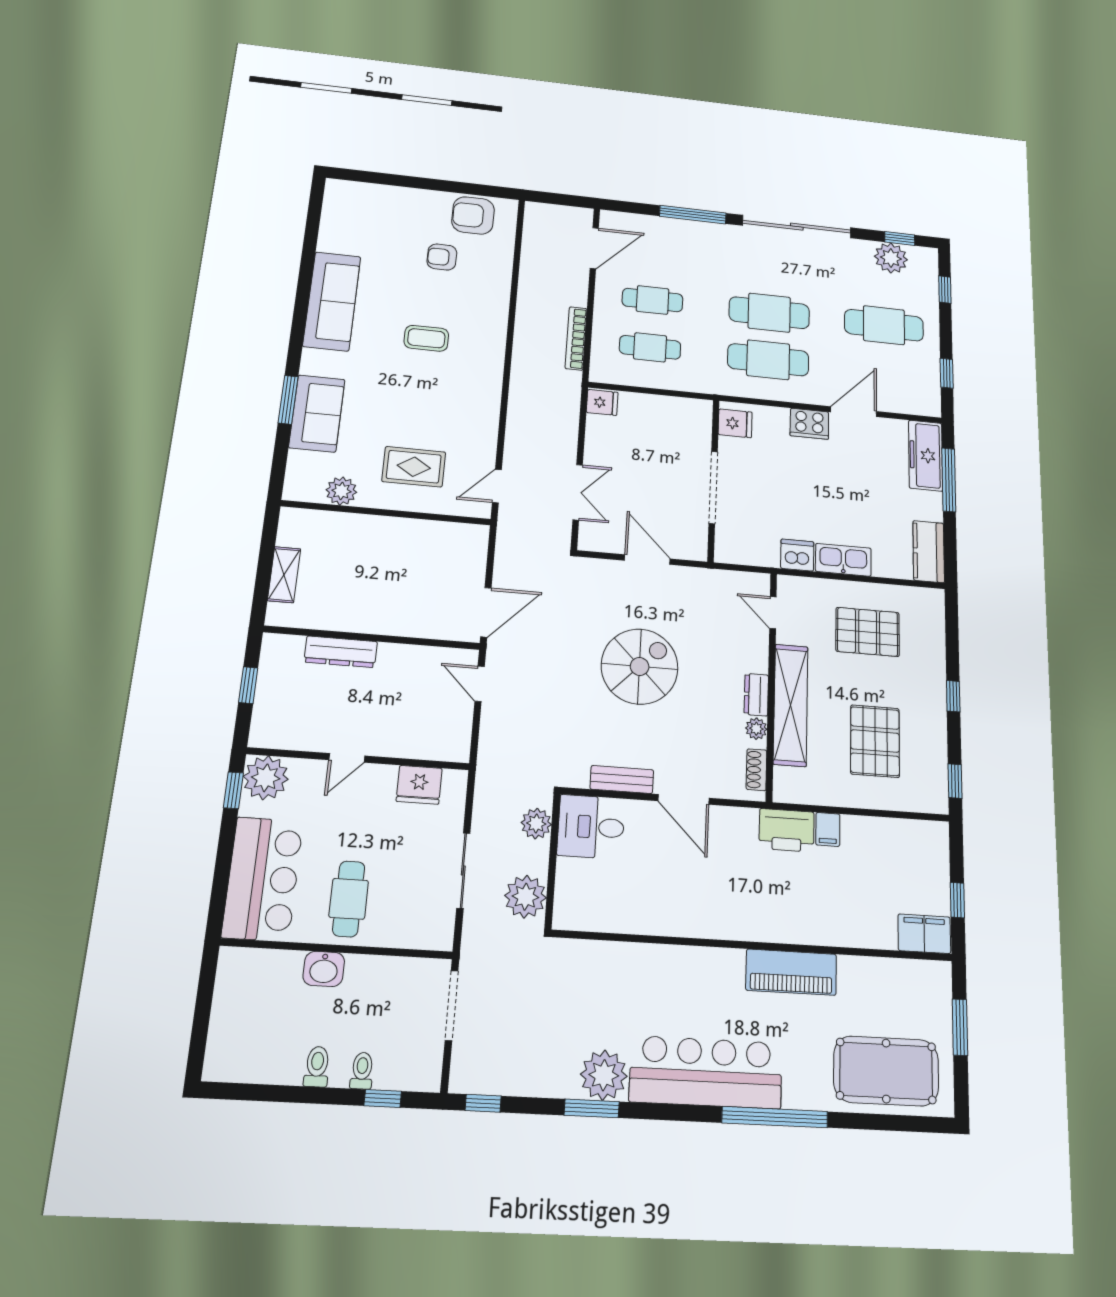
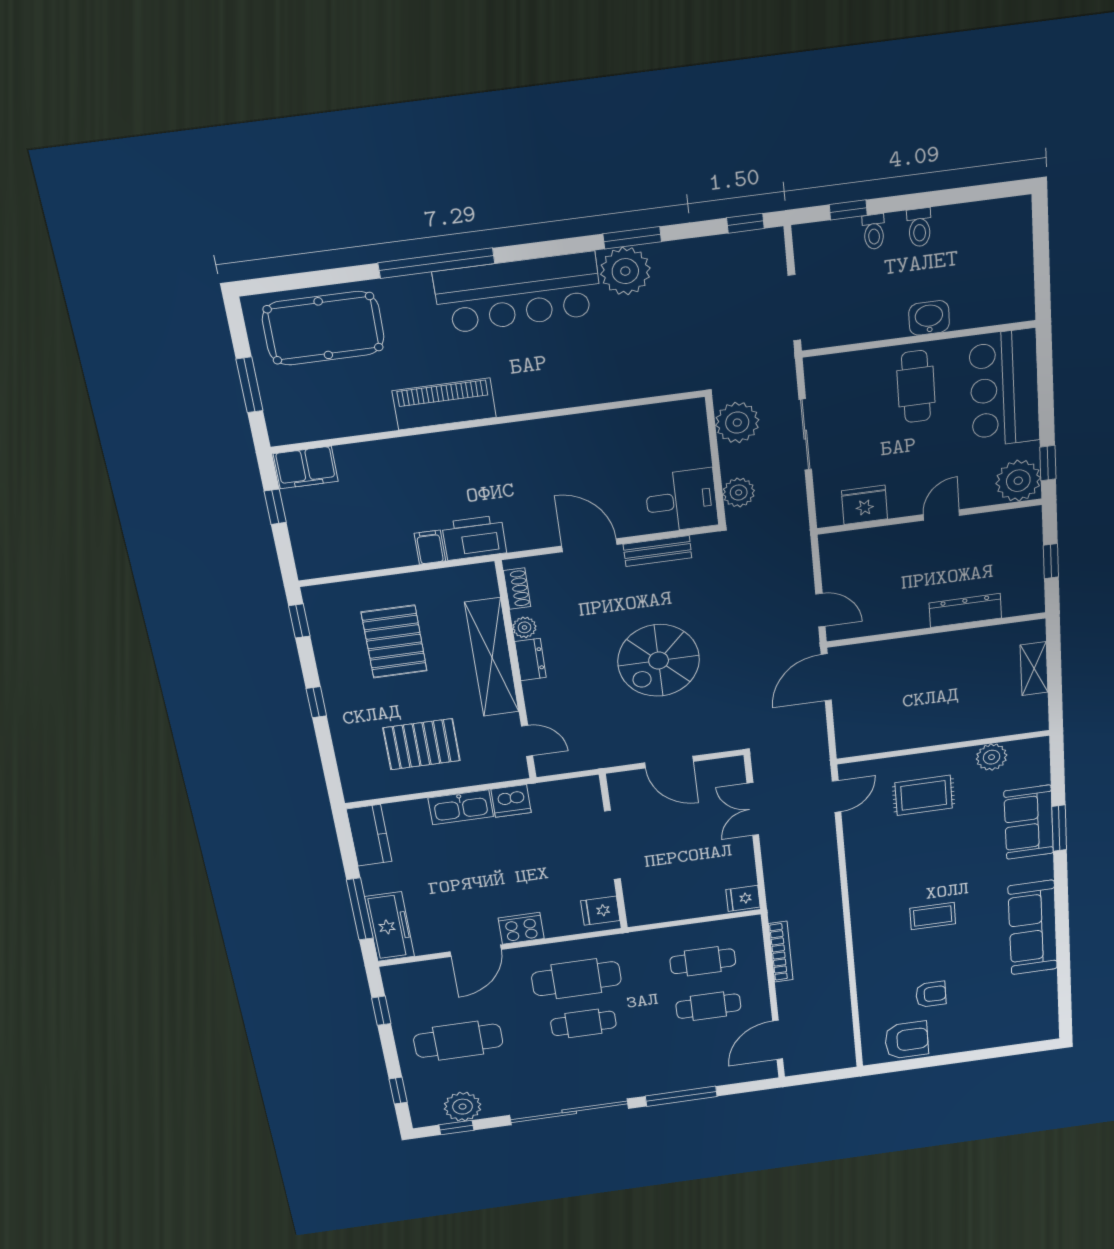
cafe table: (769, 313) -> (583, 1023), width x0.73, depth x0.74

